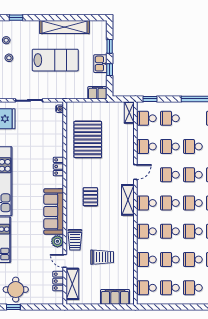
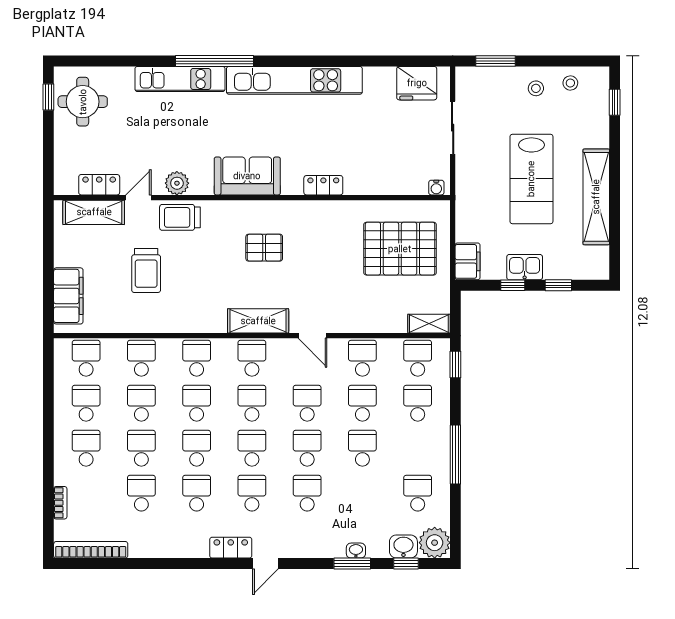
pallet: (88, 139) -> (400, 249), moved
sofa: (54, 211) -> (247, 176), width x0.73

